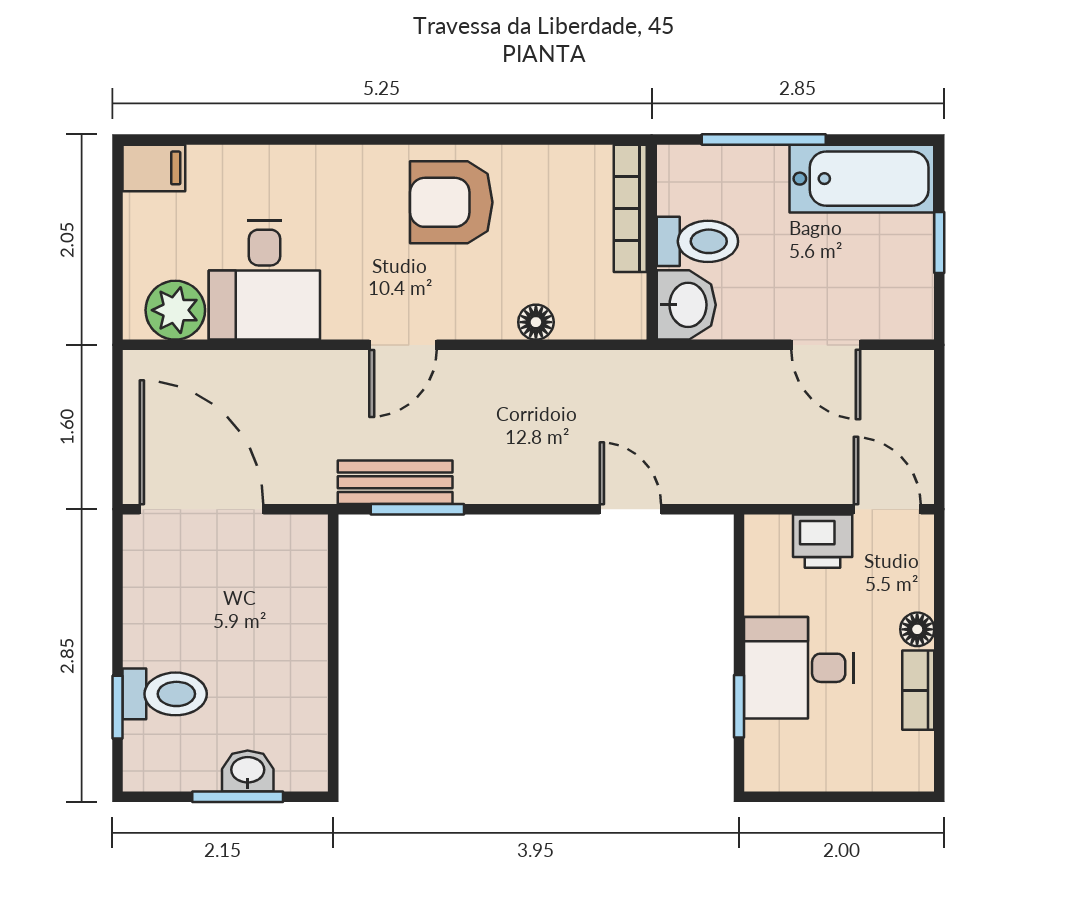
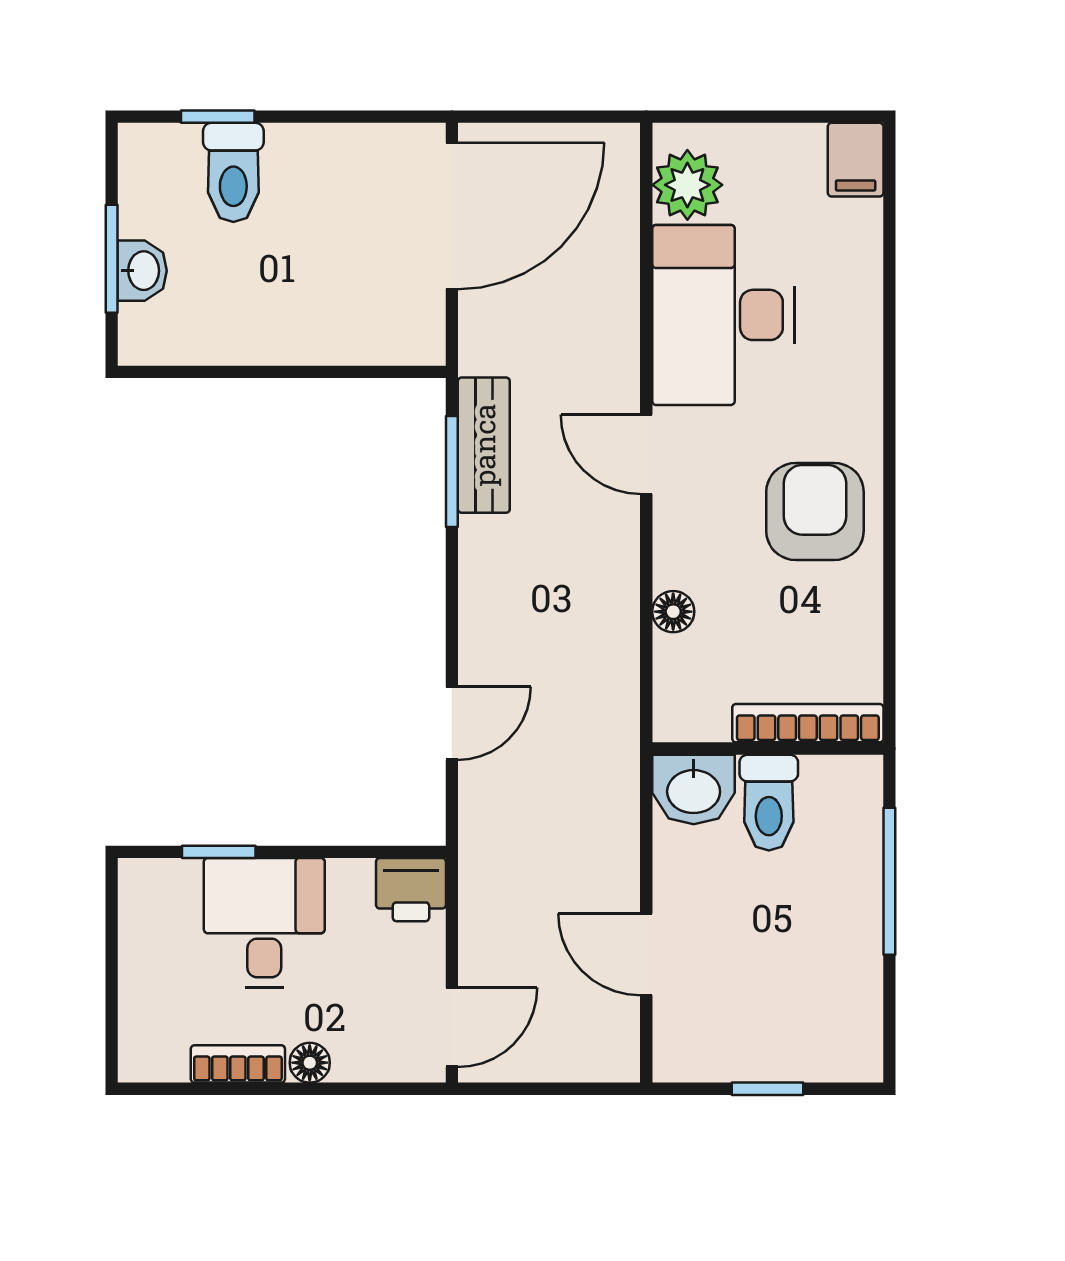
bathtub: (862, 179) -> (843, 997), removed
desk: (264, 280) -> (723, 315), width x1.37
door: (826, 345) -> (646, 955), hinge flipped
printer: (823, 541) -> (411, 890), moved, turned -90

